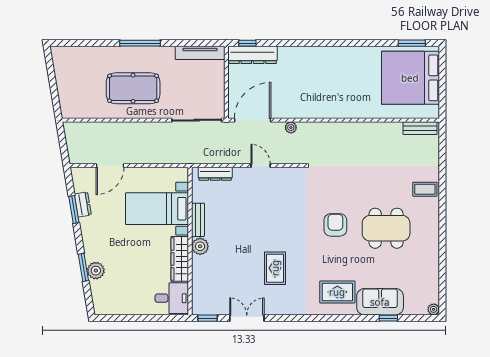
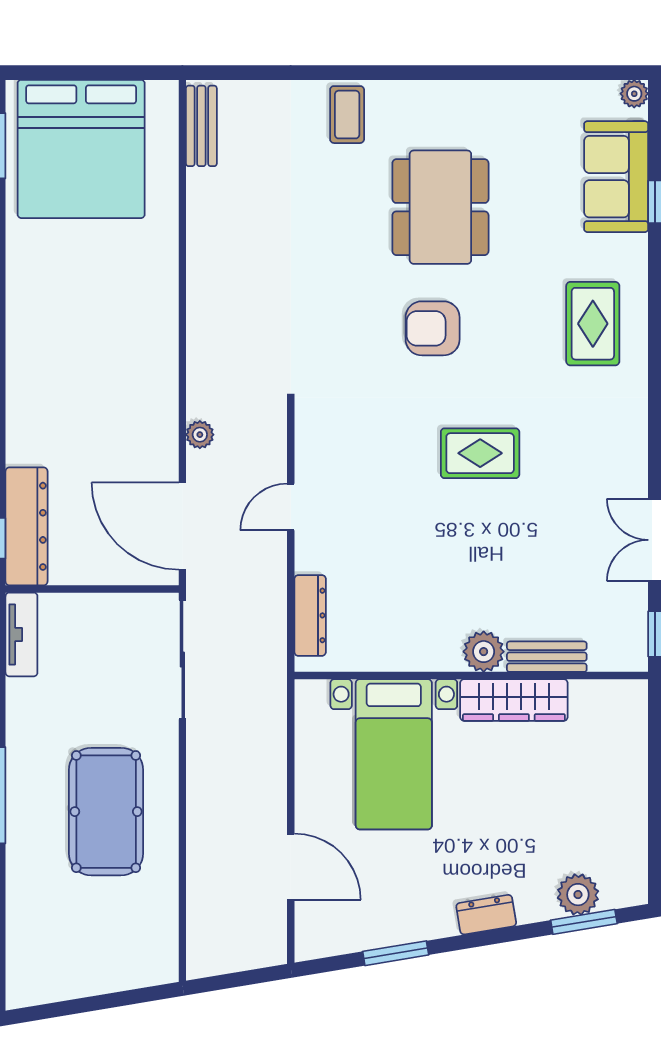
tv unit: (200, 53) -> (21, 634), width x0.71
dresser: (83, 204) -> (486, 915), moved
bench: (198, 220) -> (547, 657), moved
window: (83, 267) -> (584, 922), moved
rug: (275, 268) -> (480, 453), moved
plant: (96, 271) -> (578, 895), moved
desk: (172, 298) -> (608, 719), removed
sofa: (380, 302) -> (616, 177), moved

